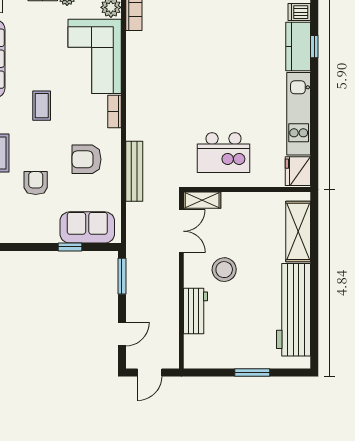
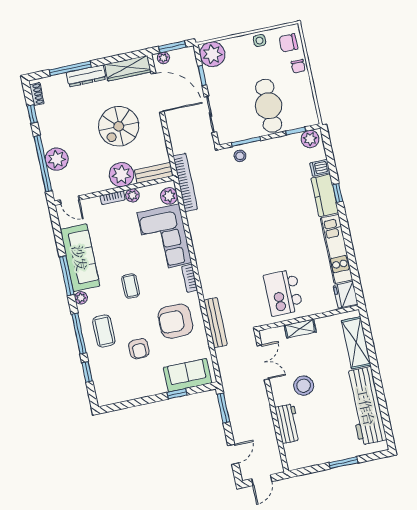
kitchen island: (223, 153) -> (283, 293), turned 90
armchair: (87, 159) -> (175, 321), width x1.36, depth x1.36
armchair: (36, 183) -> (139, 349), turned 180
shelving: (202, 200) -> (300, 328), moved

